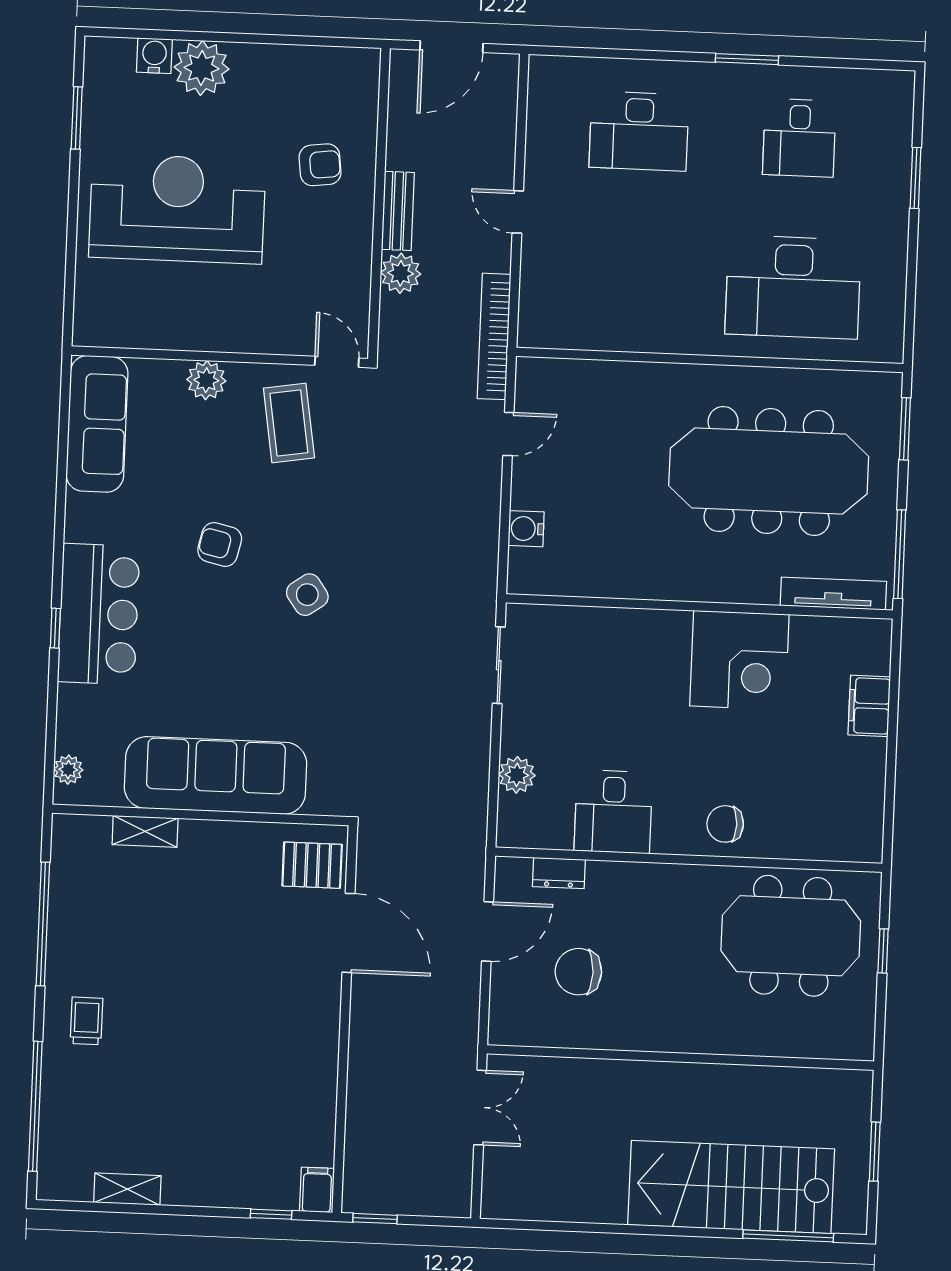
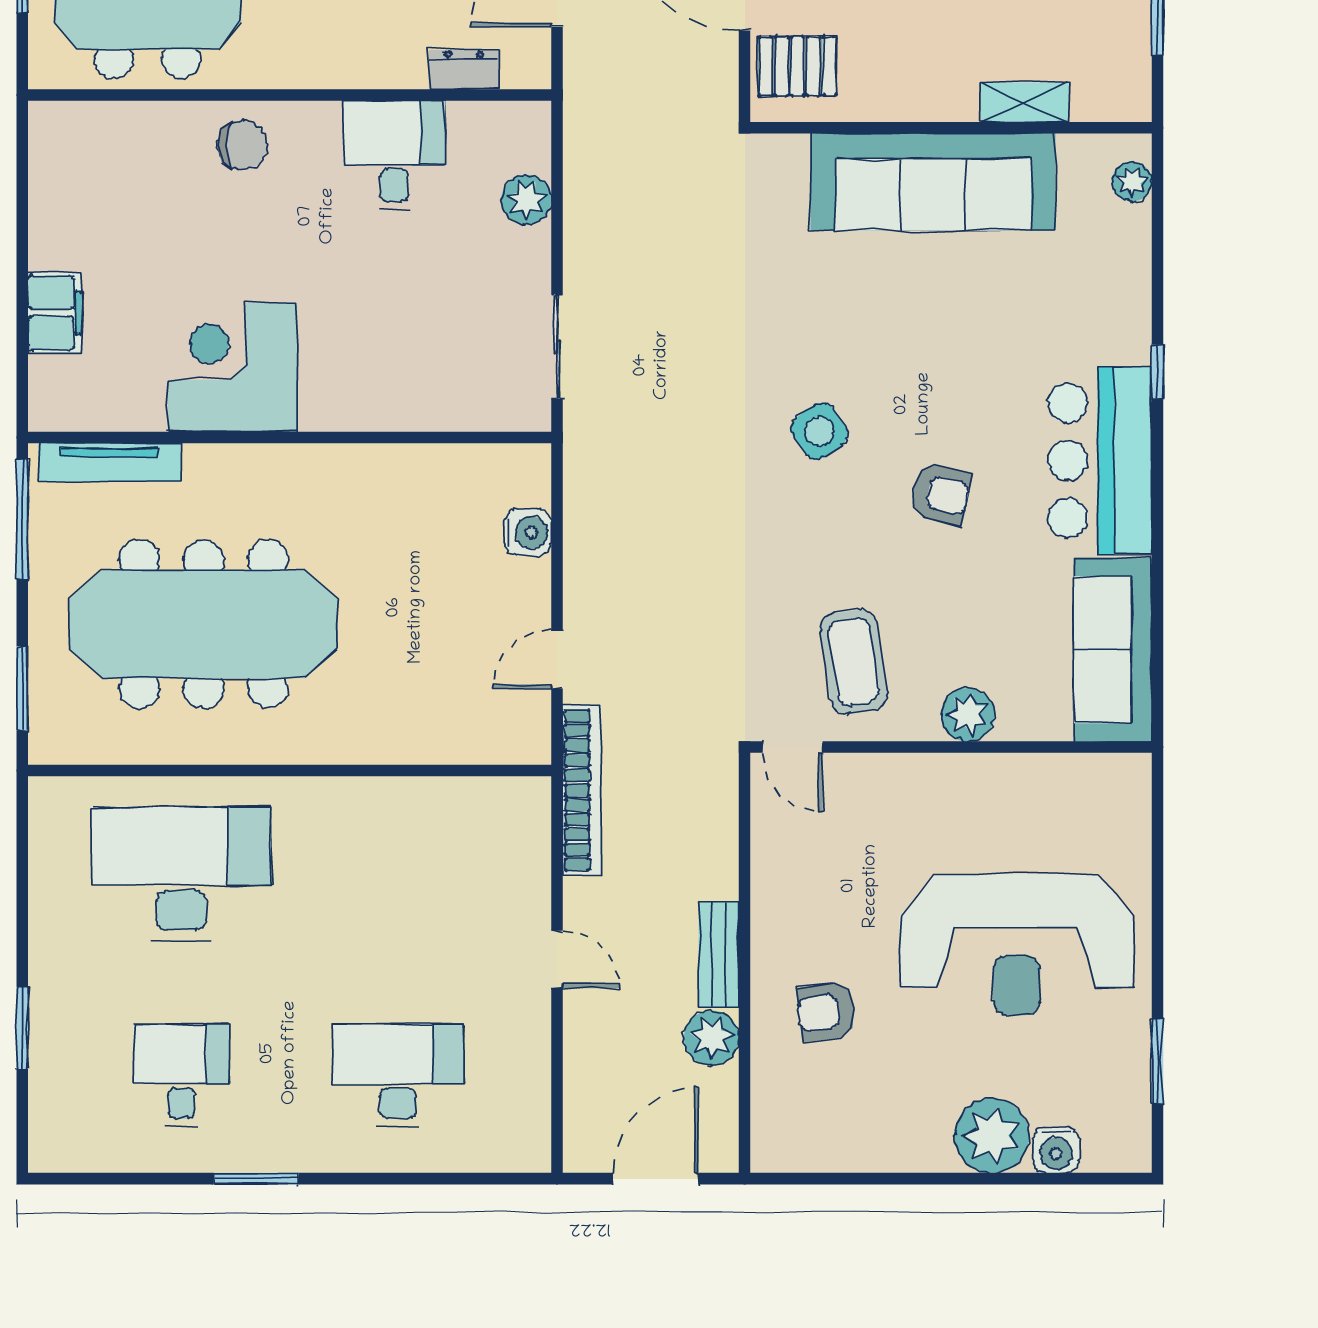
plant: (401, 273) -> (712, 1038), moved
bar counter: (99, 614) -> (1100, 461), moved

